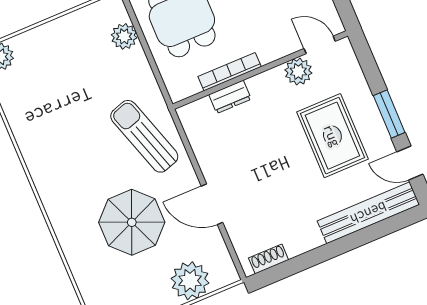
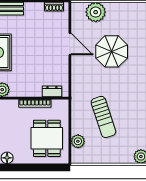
dresser: (230, 97) -> (52, 91), moved
sun lounger: (144, 136) -> (103, 117), moved

